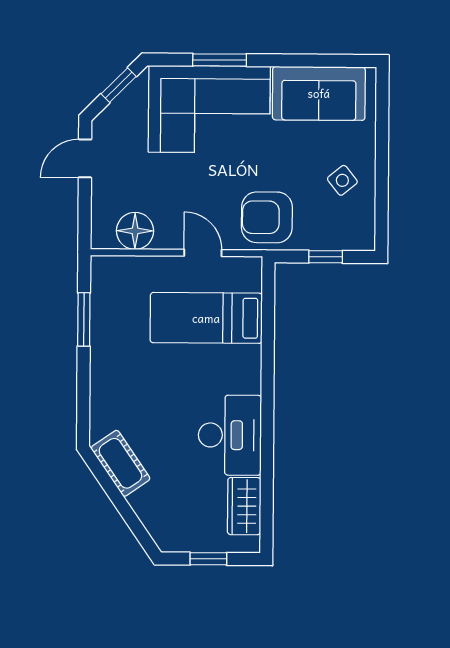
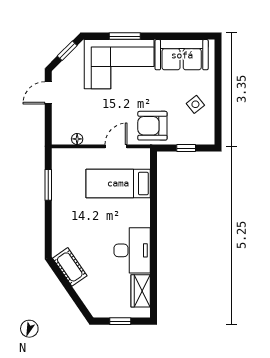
floor lamp: (135, 231) -> (77, 139), width x0.53, depth x0.53
door: (203, 253) -> (116, 146), hinge flipped

